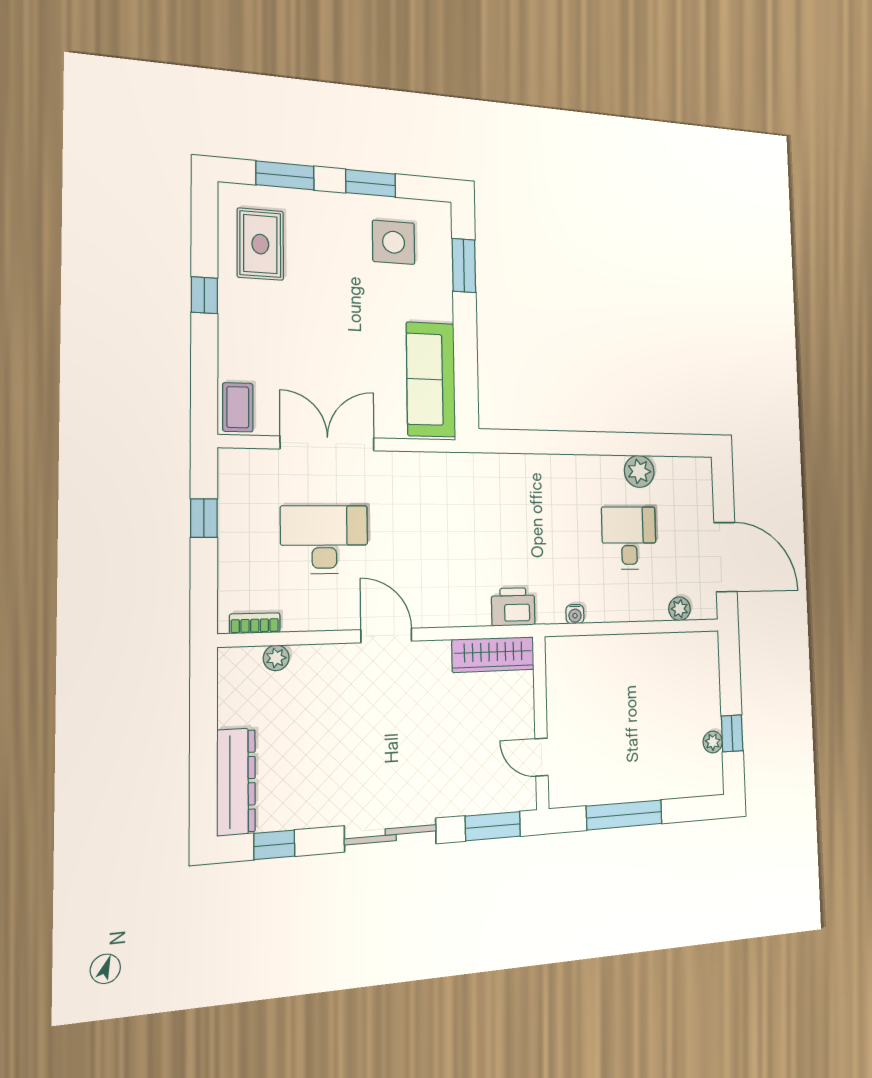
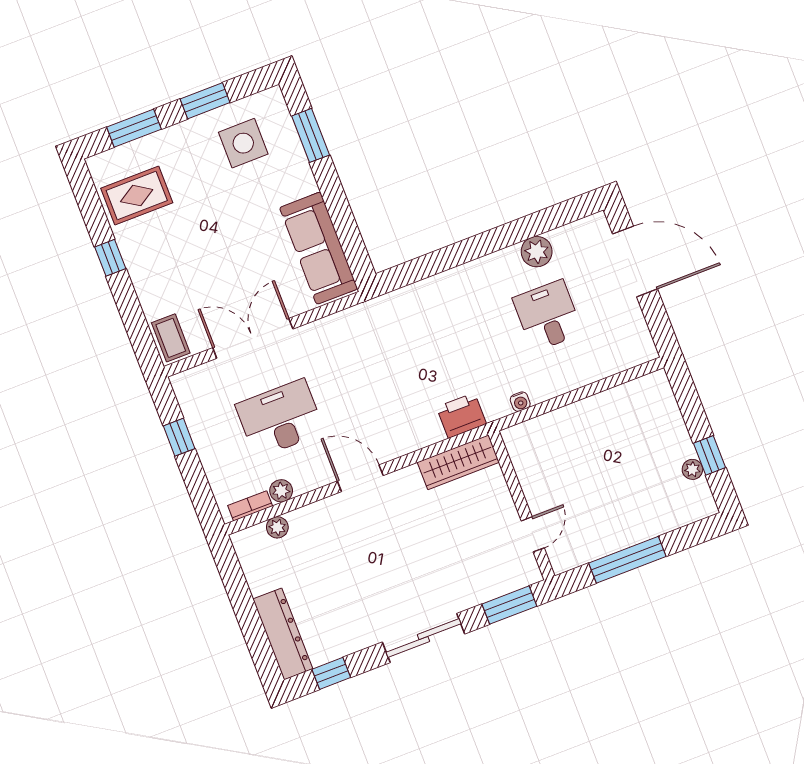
rug: (260, 244) -> (137, 196), turned 90
door: (726, 557) -> (635, 261), moved
plant: (679, 609) -> (281, 491), moved
door: (542, 757) -> (533, 534), swing flipped

